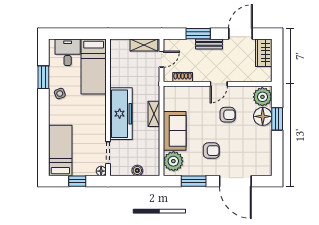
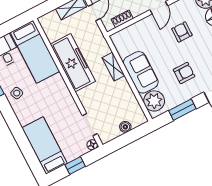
freezer: (121, 114) -> (73, 63), moved
armchair: (228, 115) -> (182, 32), turned -90

